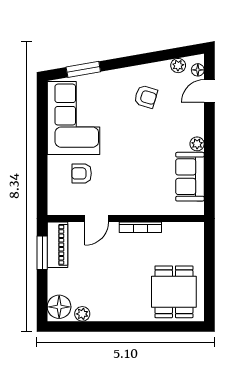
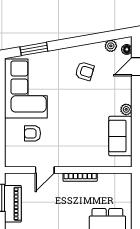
piano: (57, 245) -> (13, 204), moved

